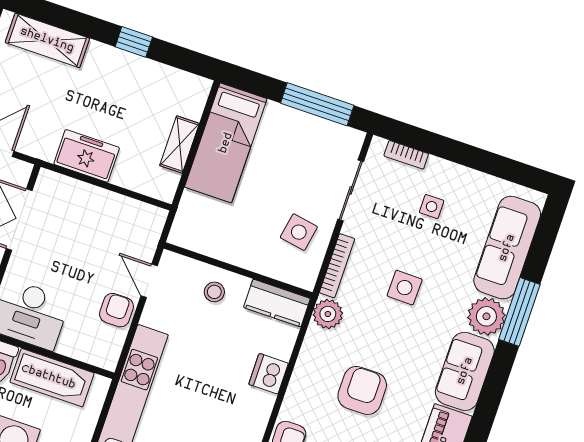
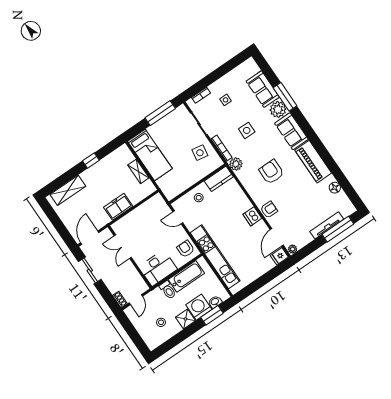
sofa: (507, 248) -> (263, 89), width x0.73
armchair: (116, 310) -> (186, 249), moved
dishwasher: (269, 374) -> (252, 216), moved

